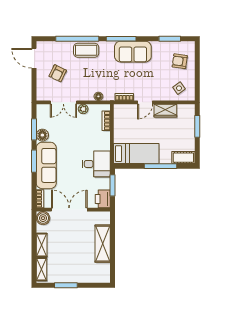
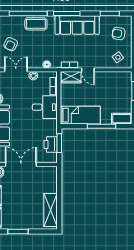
sofa: (133, 52) -> (77, 25), width x1.36
double door: (63, 102) -> (16, 70), swing flipped
door: (145, 102) -> (88, 70), hinge flipped
wardrobe: (165, 111) -> (71, 77), moved
desk: (96, 164) -> (45, 107), moved
printer: (103, 199) -> (51, 144), moved
shelving: (103, 244) -> (51, 210), moved

